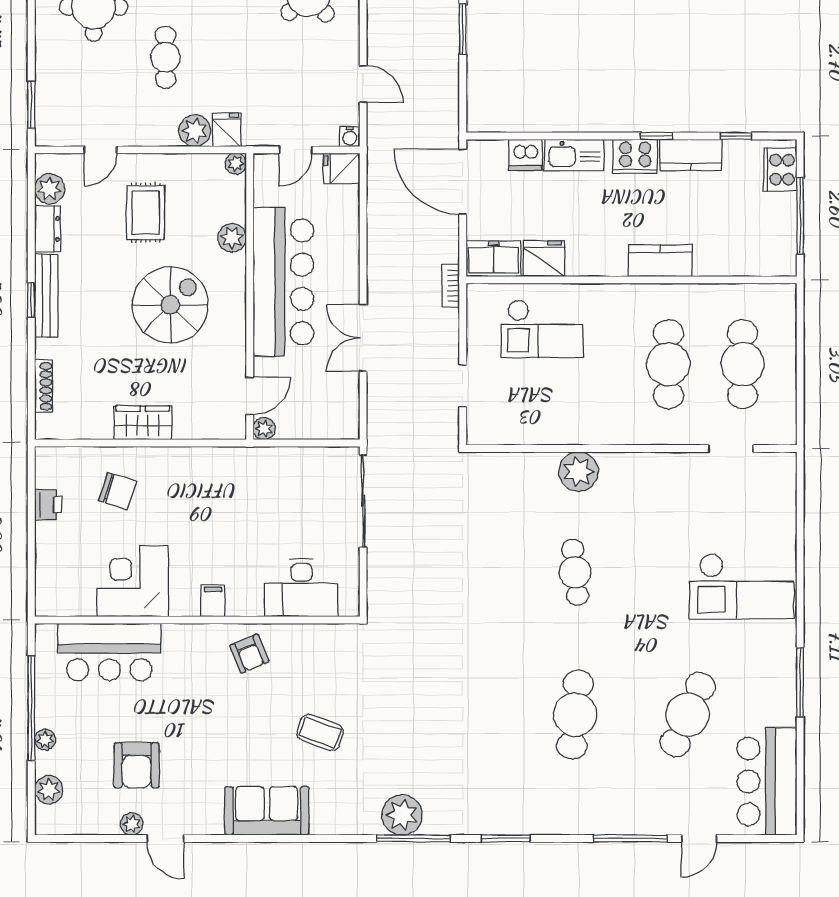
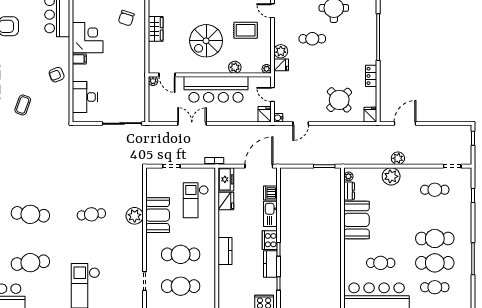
spiral stairs: (170, 305) -> (206, 41), turned 90
booth: (577, 418) -> (158, 215), added
corner desk: (133, 581) -> (88, 38), moved
cafe table: (688, 715) -> (30, 263), turned -30

